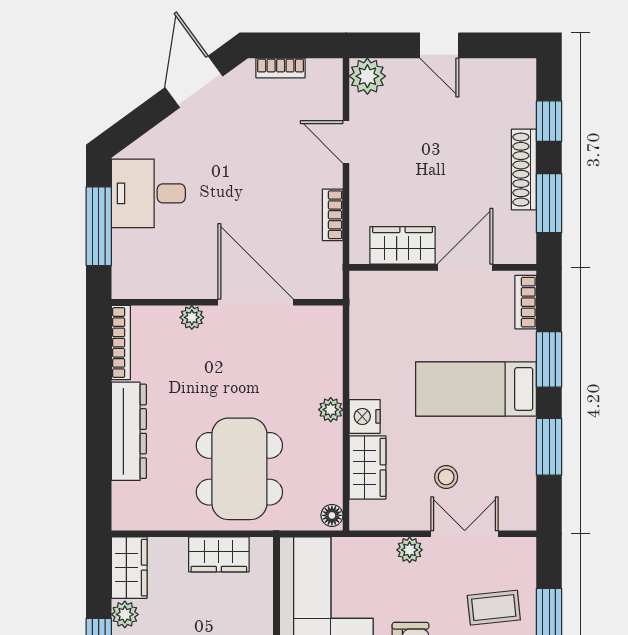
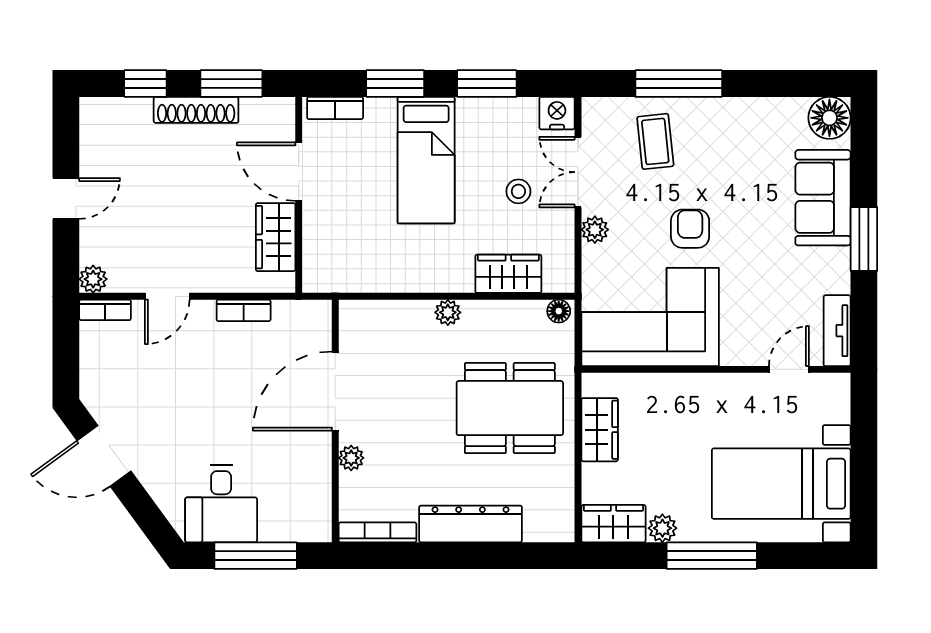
bookcase: (281, 68) -> (105, 310), moved, turned 90
plant: (367, 76) -> (93, 279), width x0.73, depth x0.73
nightstand: (365, 416) -> (557, 113), moved, turned 180

